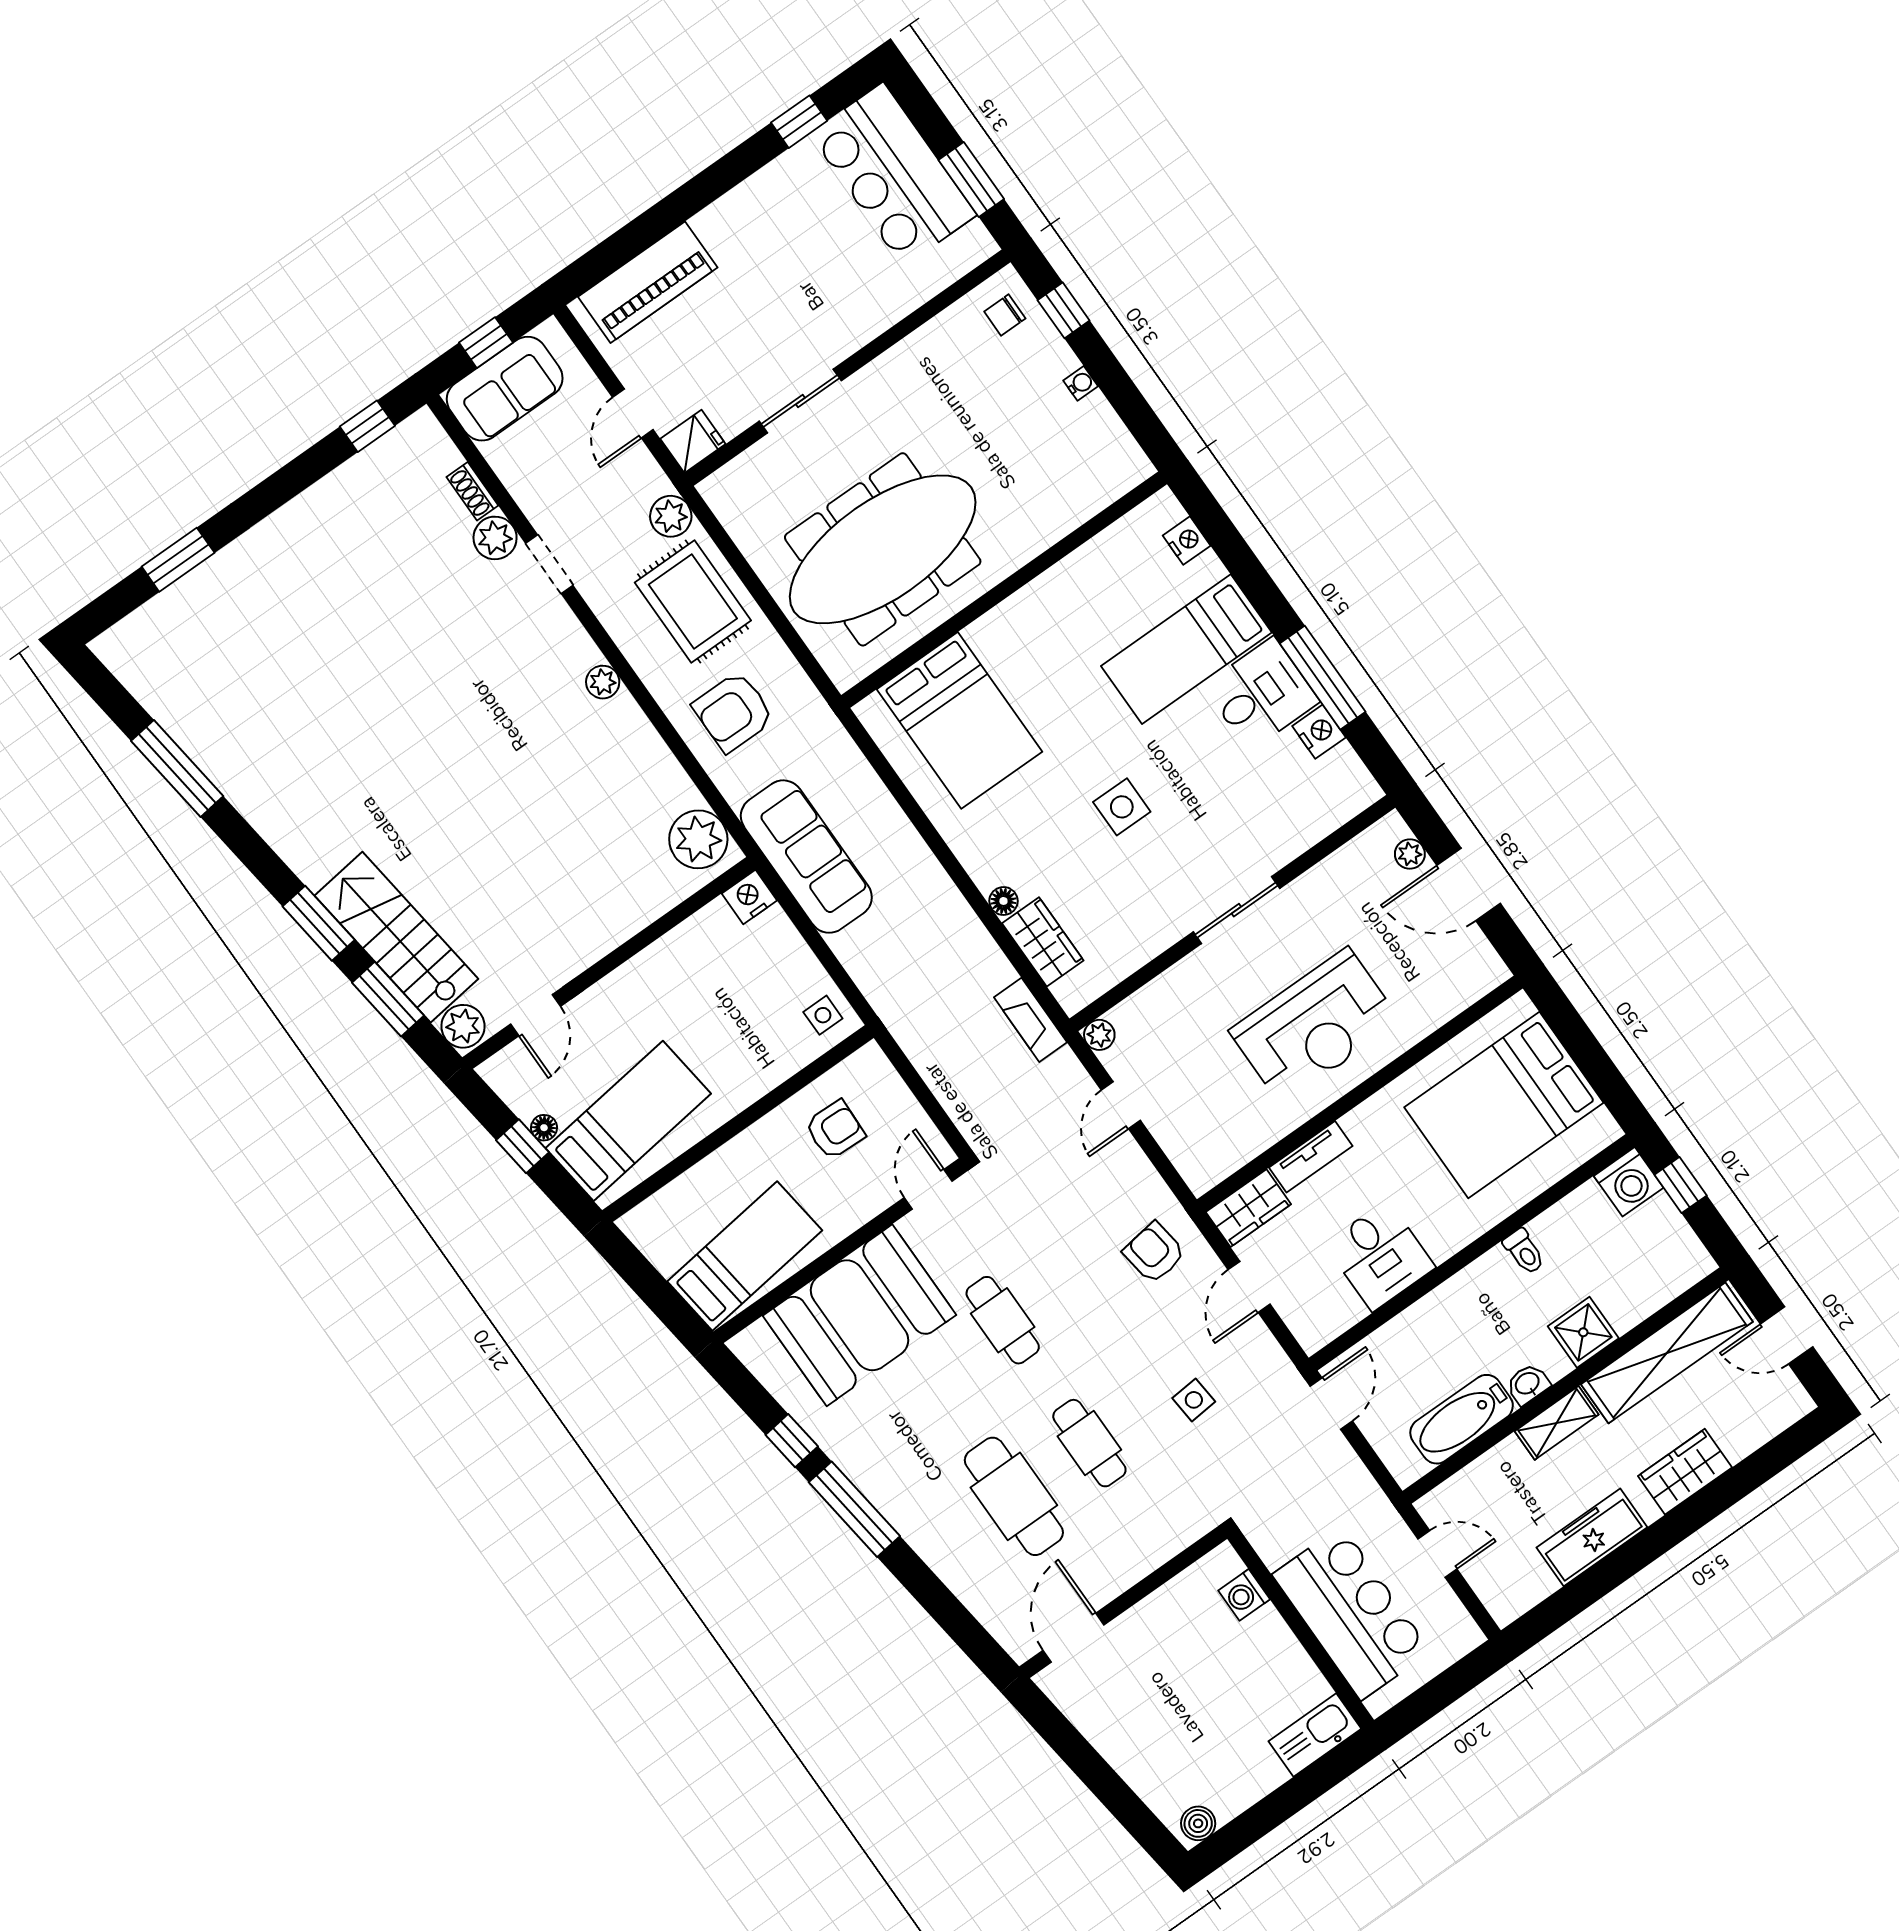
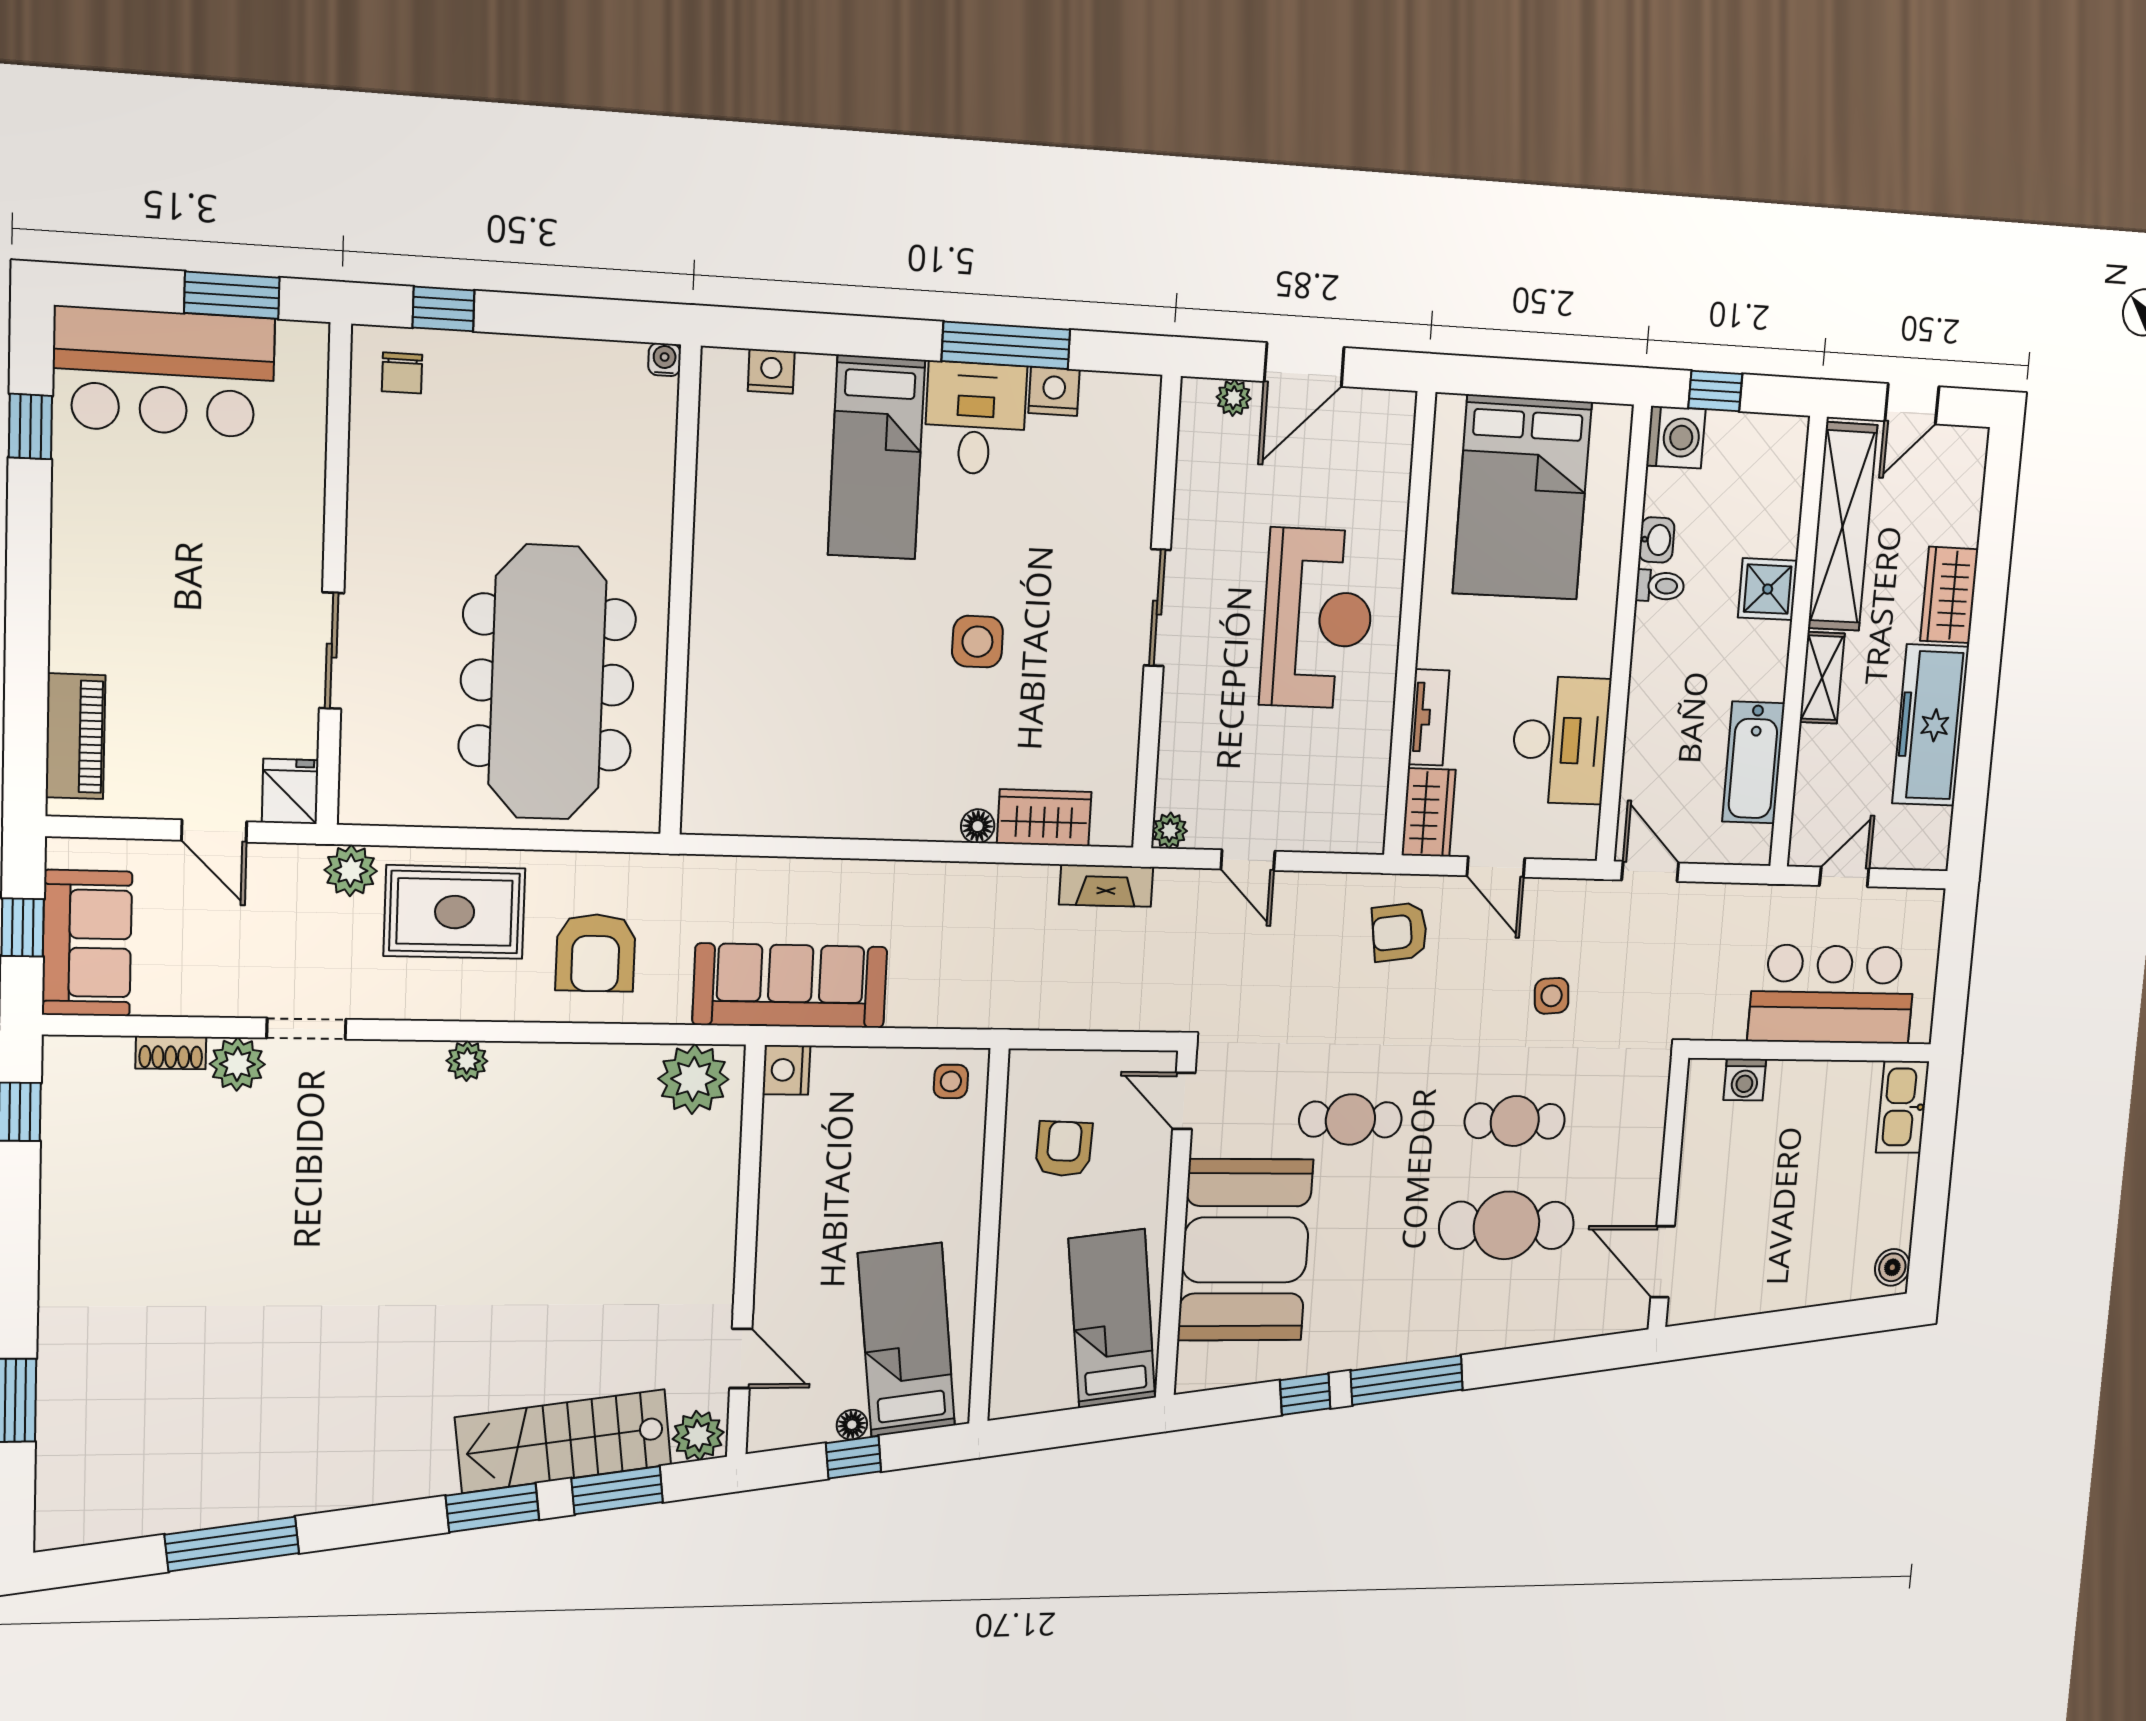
piano: (648, 282) -> (75, 736), width x0.73, depth x0.75
water cooler: (1081, 383) -> (664, 360), moved
bed: (959, 720) -> (774, 736), removed
desk: (1380, 1256) -> (1560, 740), width x1.37
washbasin: (1528, 1384) -> (1657, 540), moved, turned 180
freezer: (1592, 1537) -> (1930, 725), width x1.36, depth x1.26

